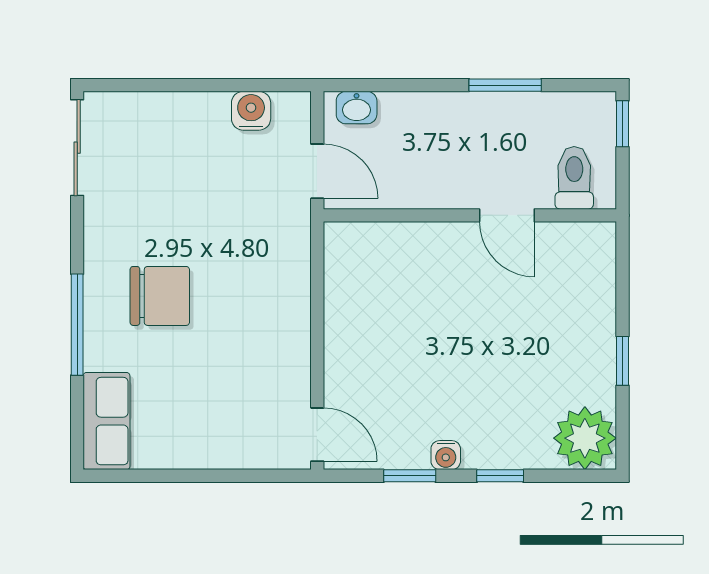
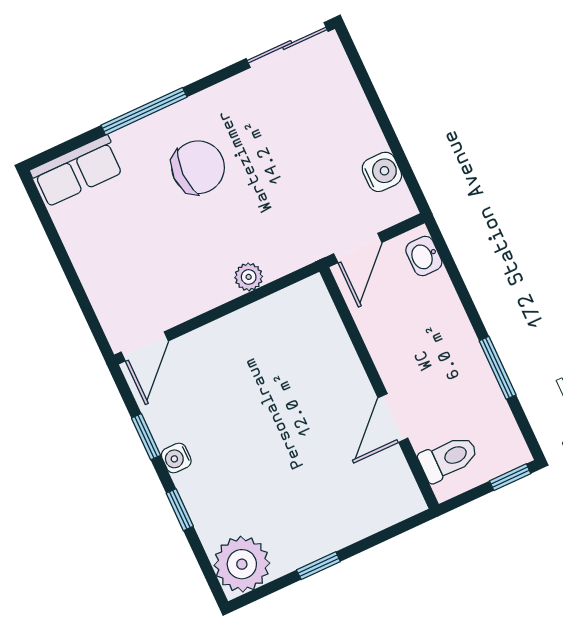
chair: (160, 296) -> (198, 167), turned -90
plant: (295, 296) -> (249, 277), added

